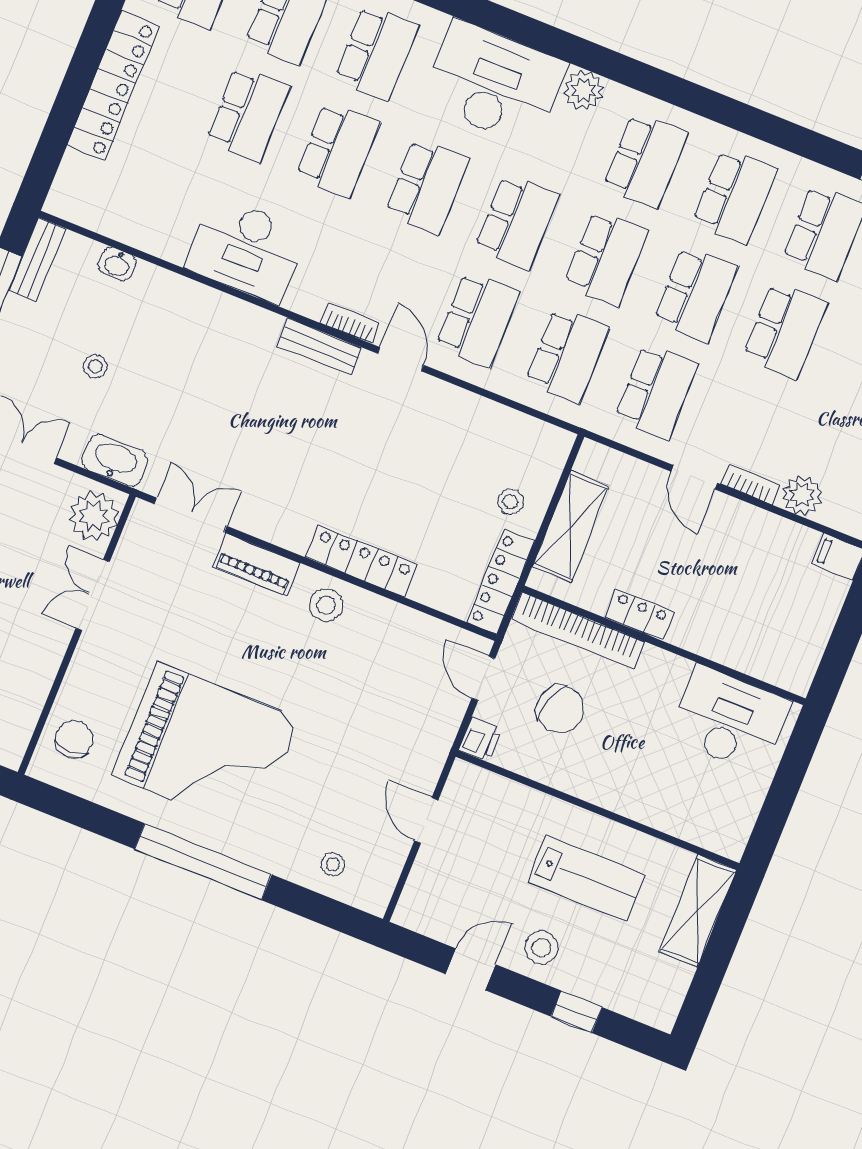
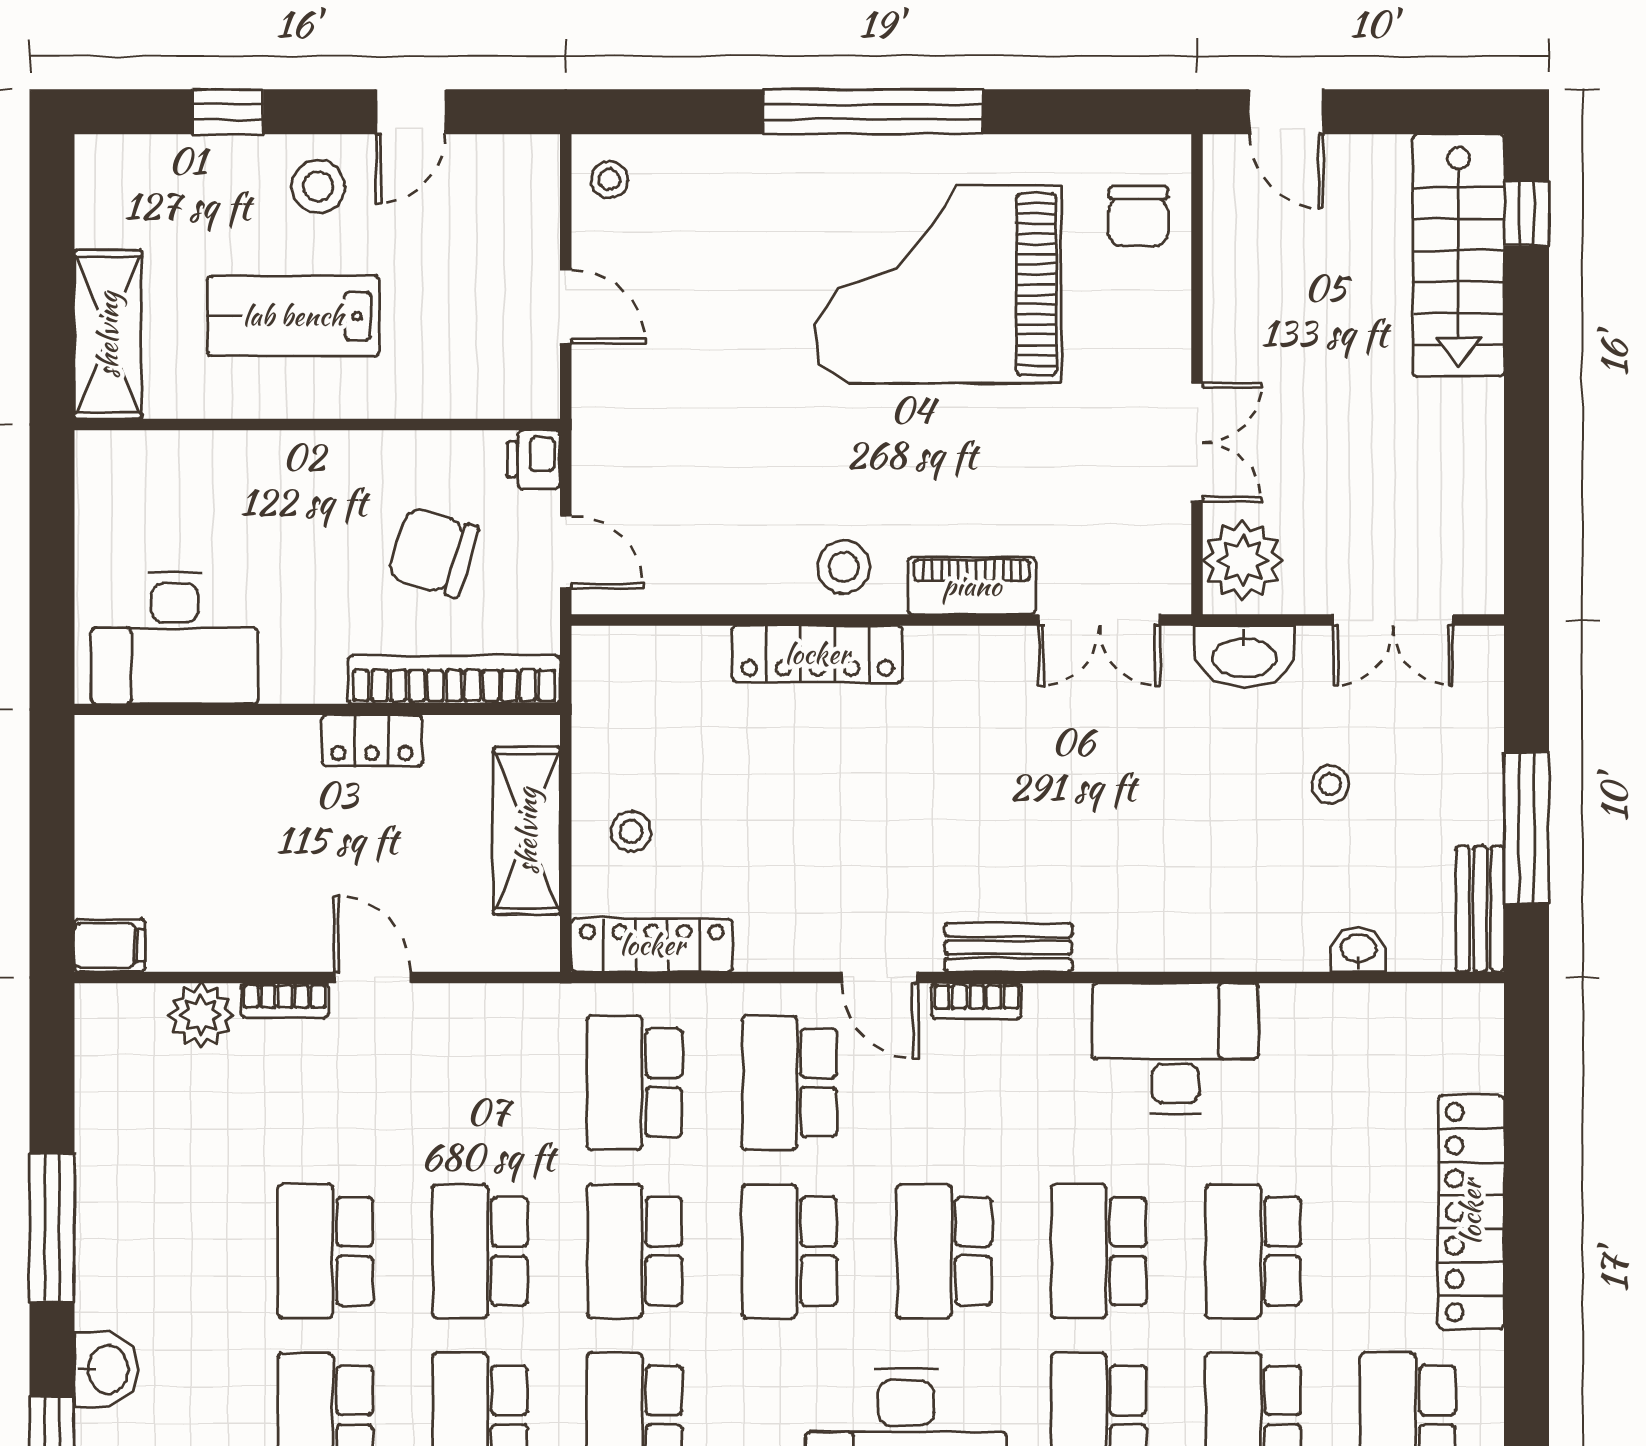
school desk: (656, 391) -> (480, 1083), removed
locker: (501, 582) -> (652, 945), moved, turned -90
stool: (333, 864) -> (609, 179), moved

